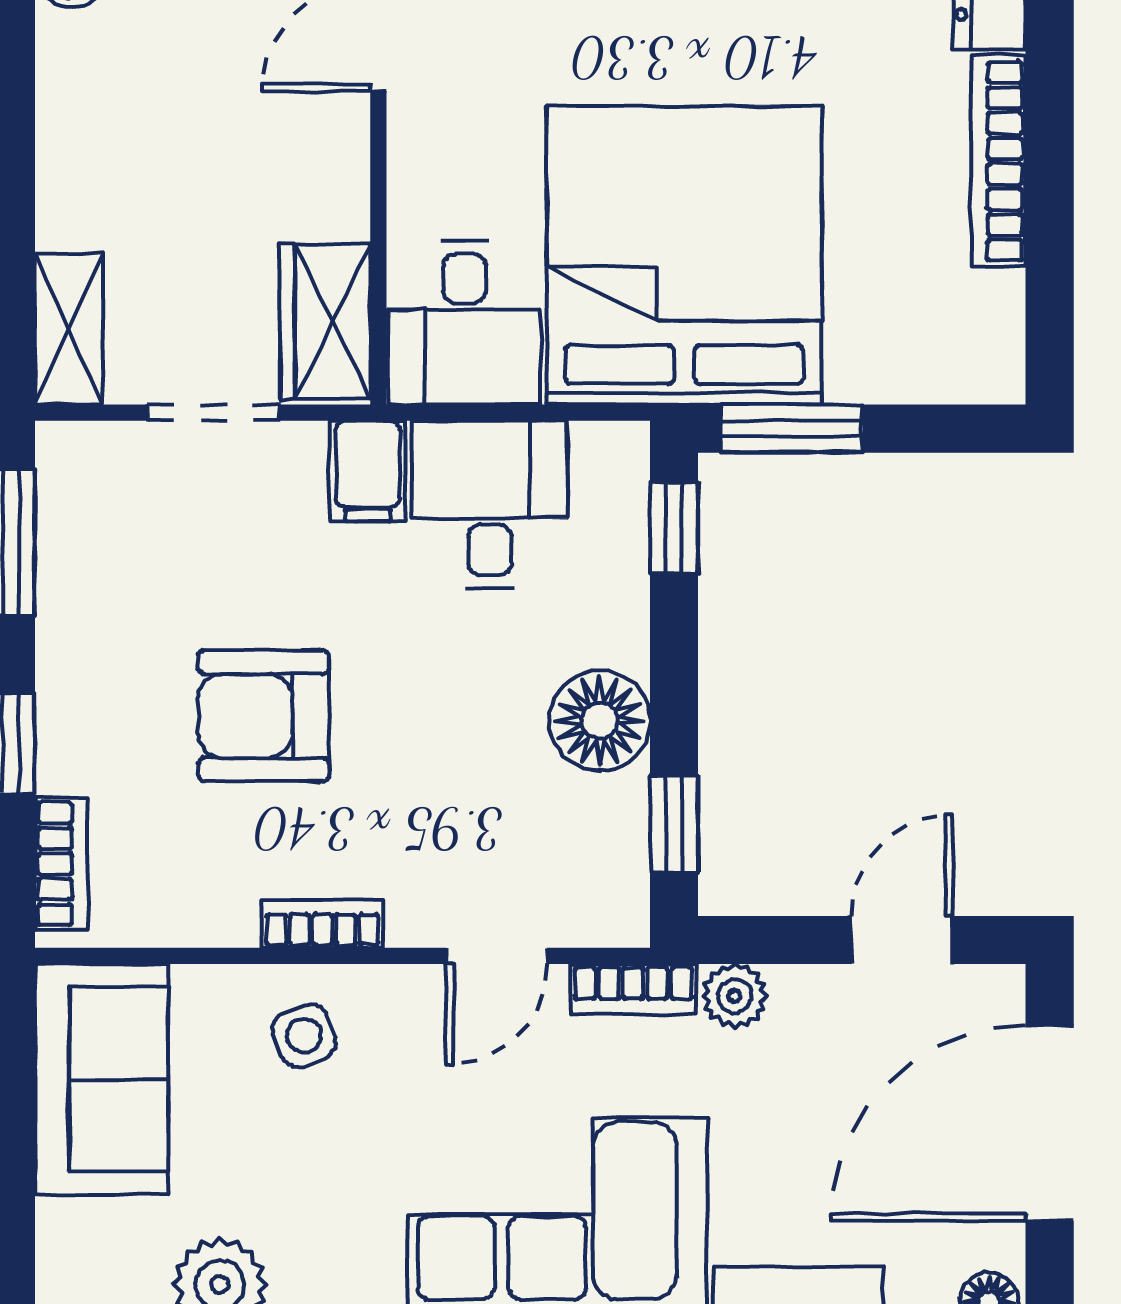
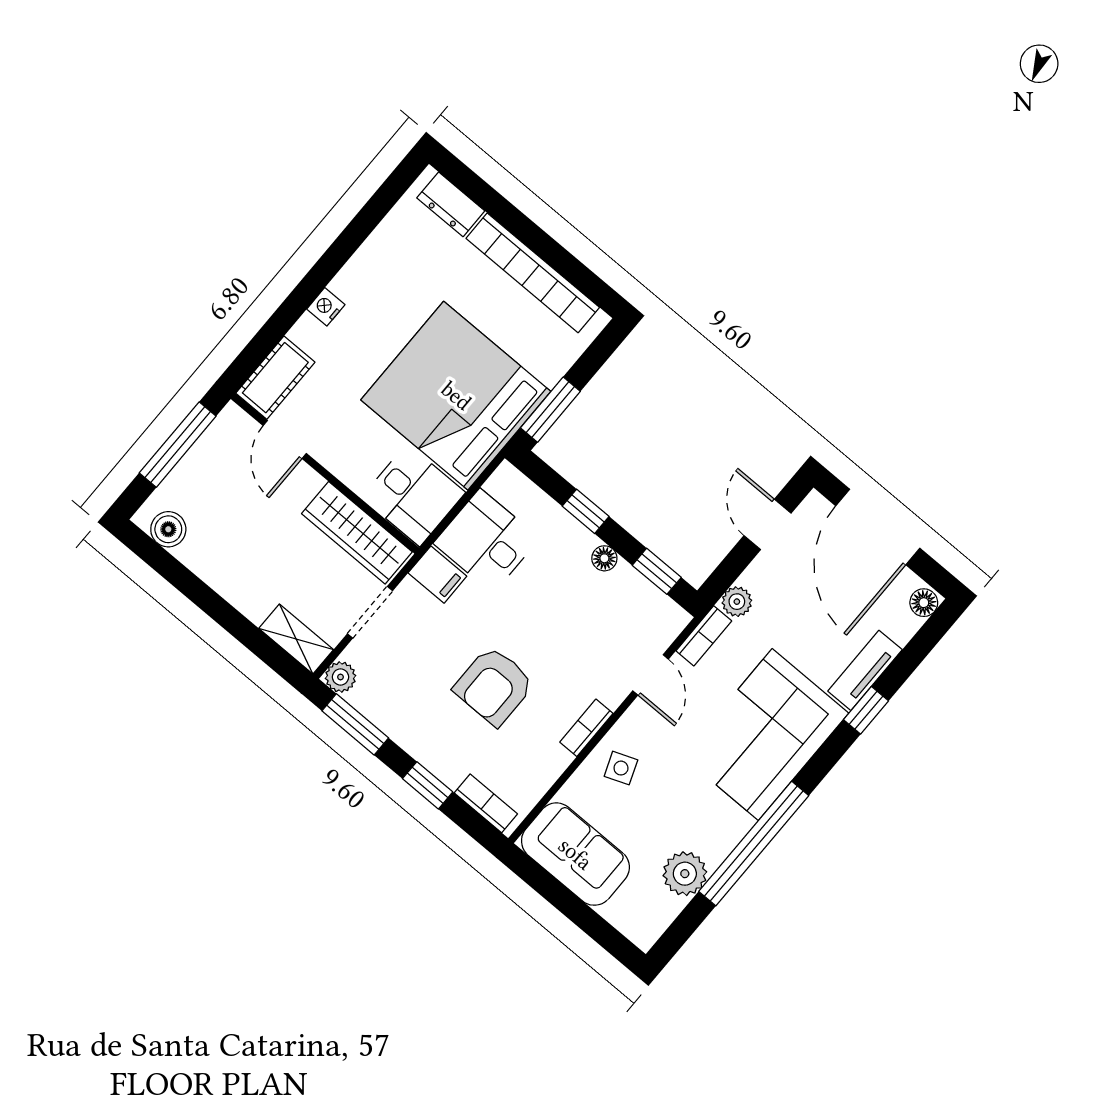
bookcase: (999, 161) -> (533, 273), width x1.48, depth x1.31
wardrobe: (325, 321) -> (357, 533), width x1.50
plant: (68, 454) -> (340, 677), added
window: (674, 528) -> (586, 511), moved
floor lamp: (600, 721) -> (604, 558), width x0.53, depth x0.53

